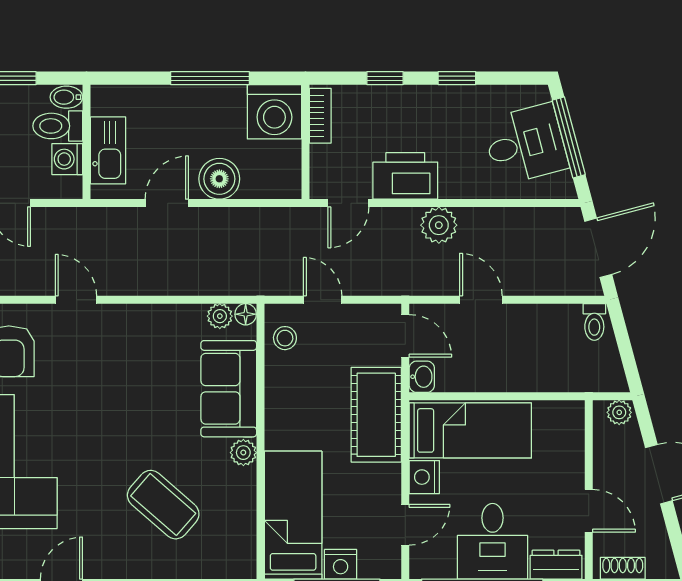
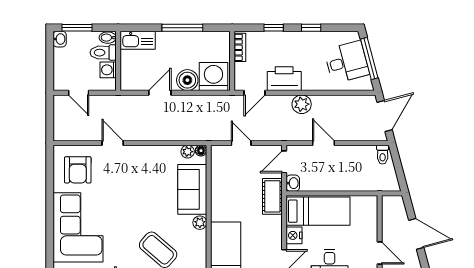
washing machine: (274, 112) -> (213, 77), moved, turned 180
kitchen sink: (108, 150) -> (138, 40), moved, turned 90
door: (405, 336) -> (284, 162), swing flipped
stool: (285, 338) -> (222, 163), removed
plant: (619, 412) -> (396, 202), removed
cot: (376, 415) -> (272, 196), width x0.73, depth x0.75

